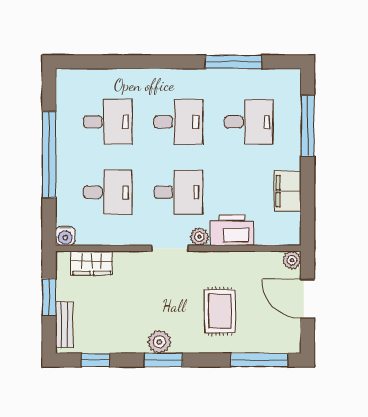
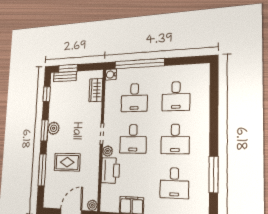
window: (49, 155) -> (139, 64), moved
window: (49, 297) -> (68, 68), moved
window: (259, 360) -> (42, 170), moved

